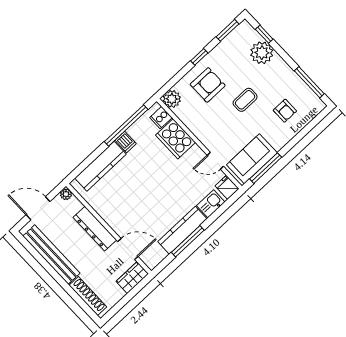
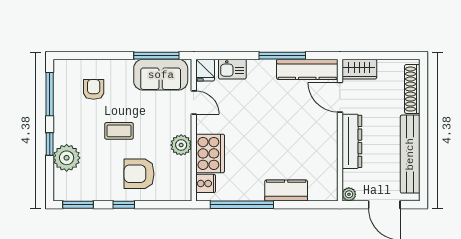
window: (264, 34) -> (50, 144), moved
plant: (172, 99) -> (181, 145), moved
dishwasher: (126, 142) -> (255, 191), removed
kitchen counter: (100, 166) -> (286, 191), width x0.67
kitchen counter: (182, 230) -> (307, 69), moved

